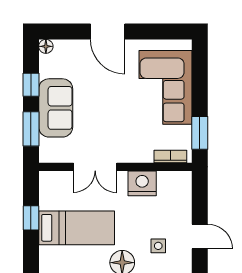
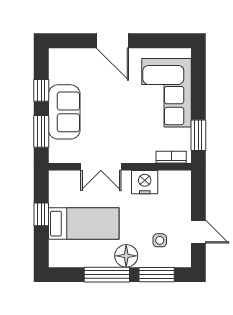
floor lamp: (46, 46) -> (55, 55), removed

